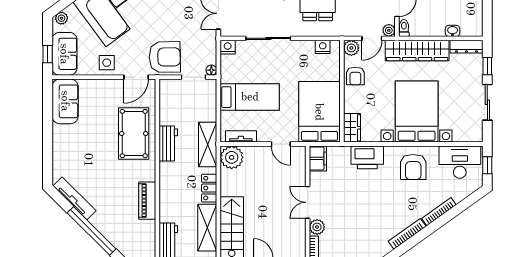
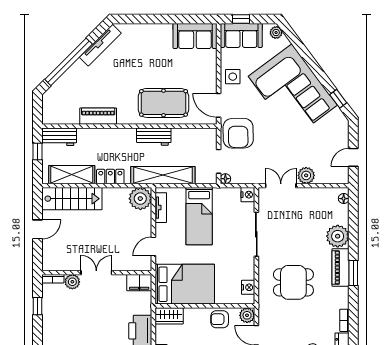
shelving: (208, 145) -> (163, 175), width x1.47

